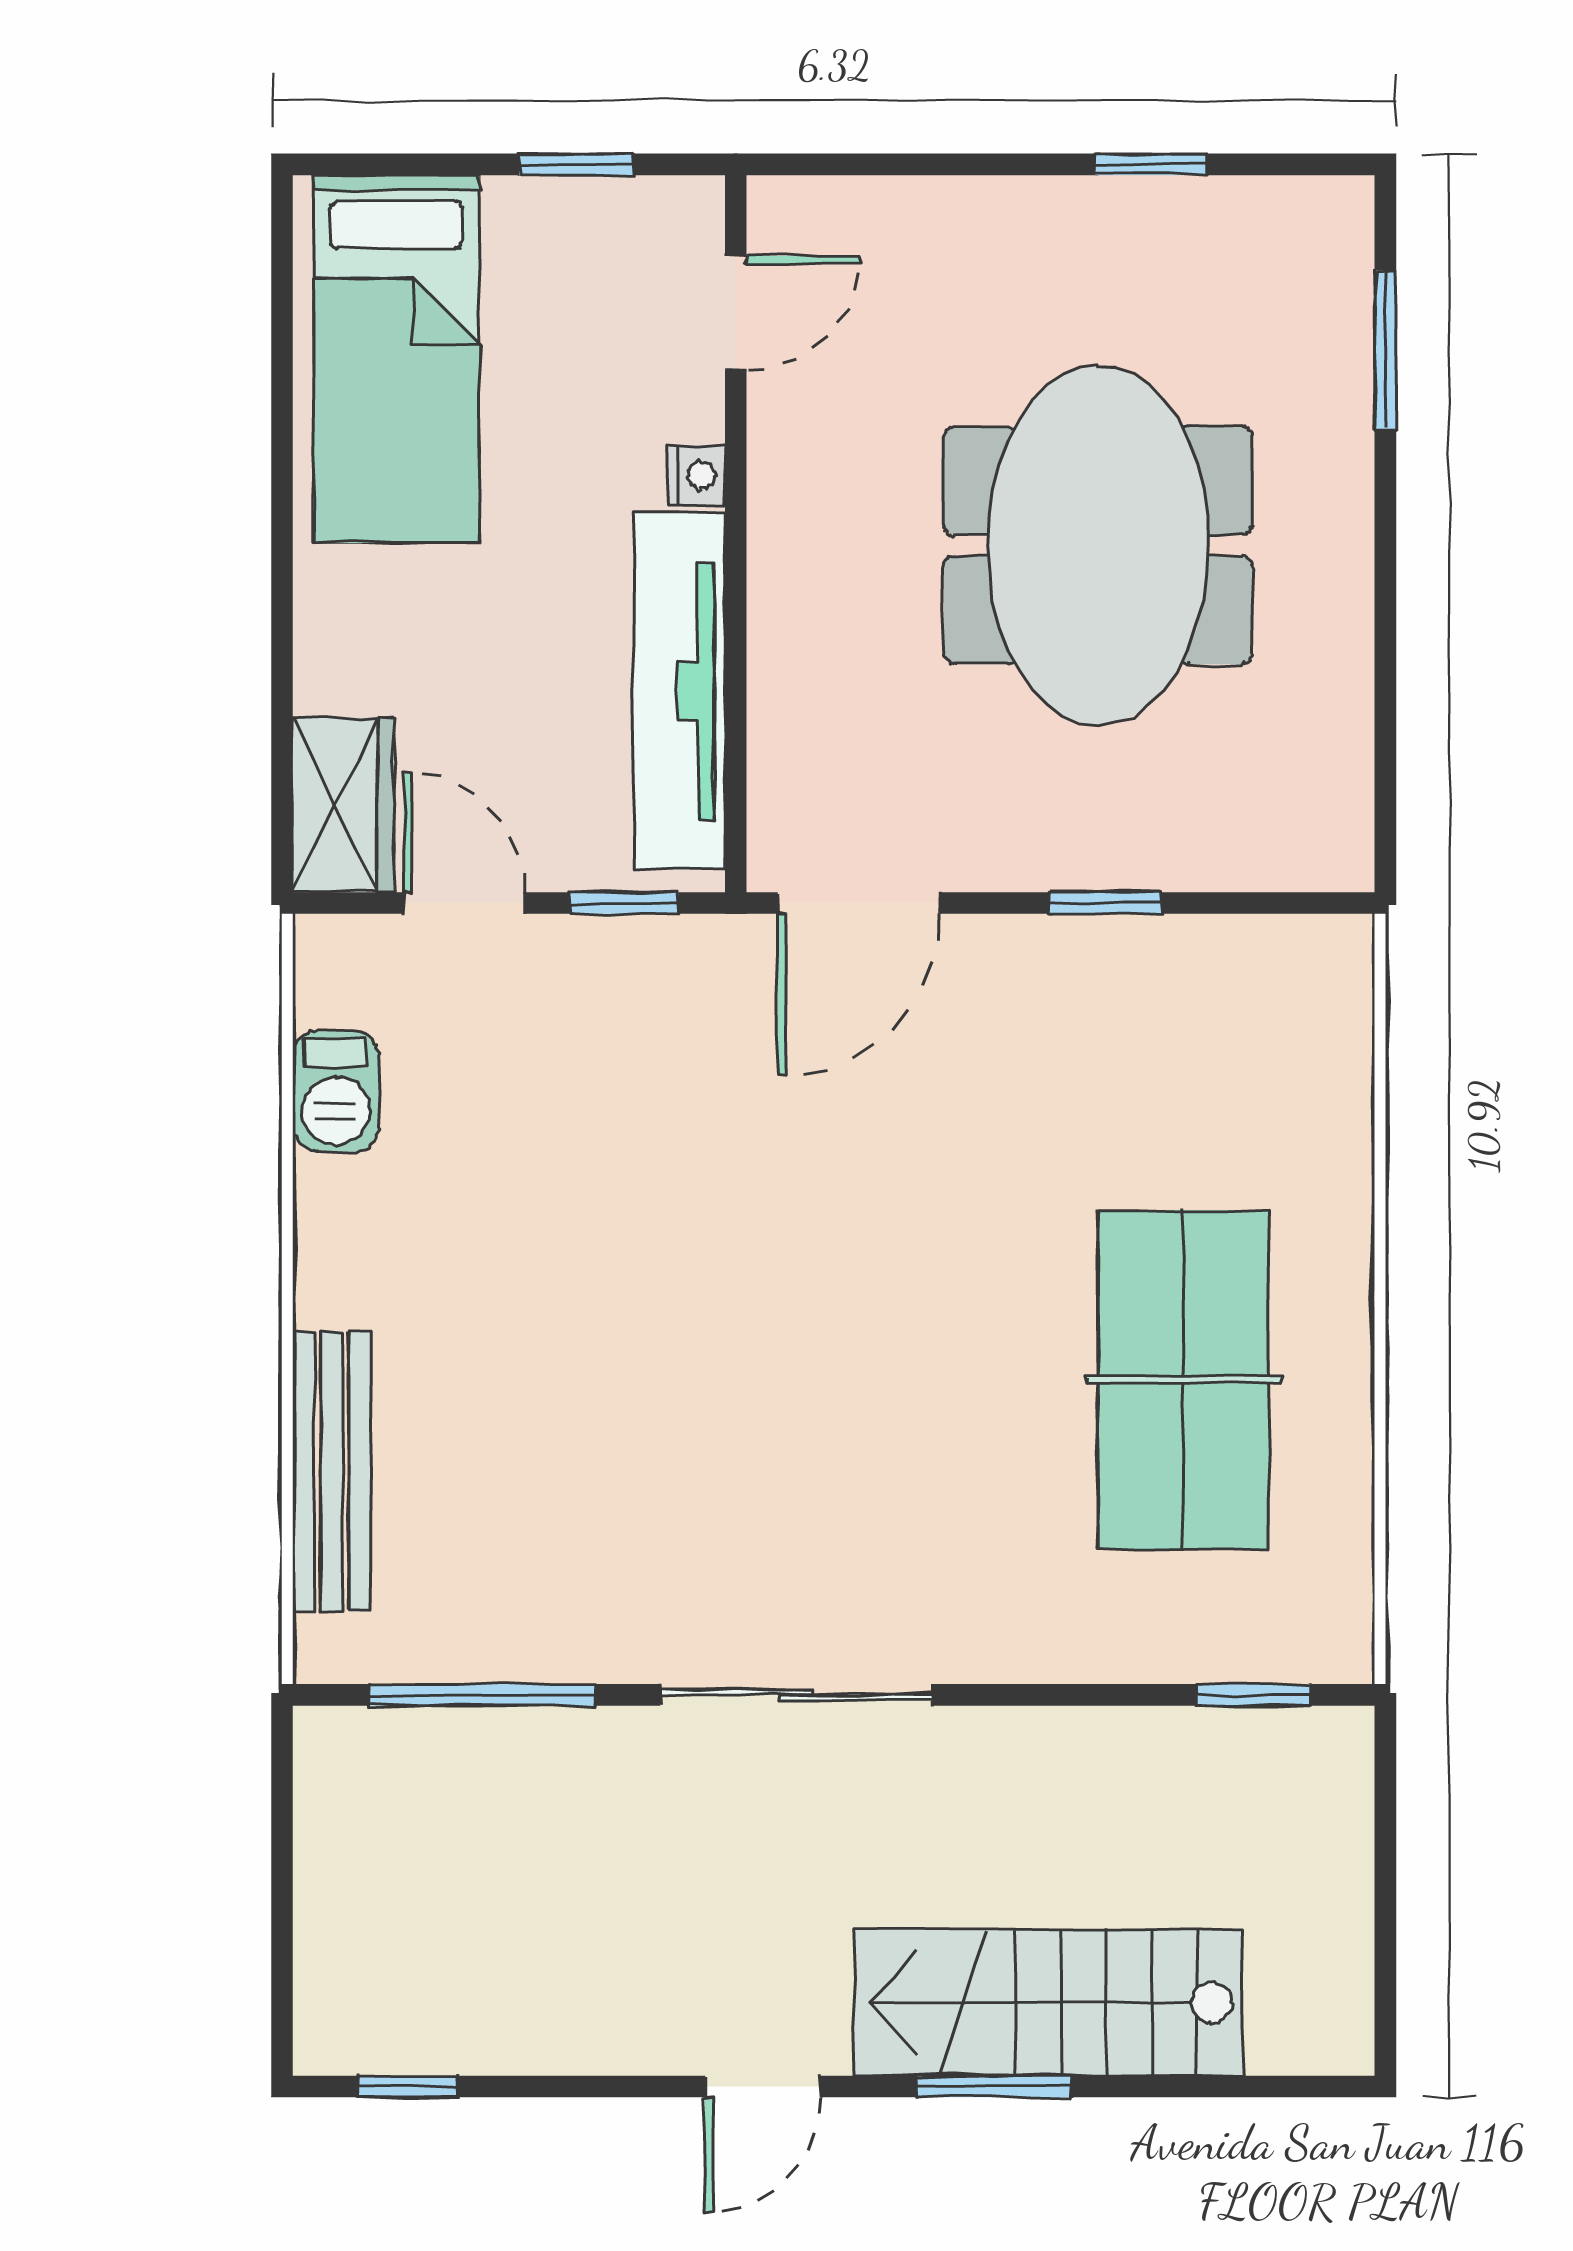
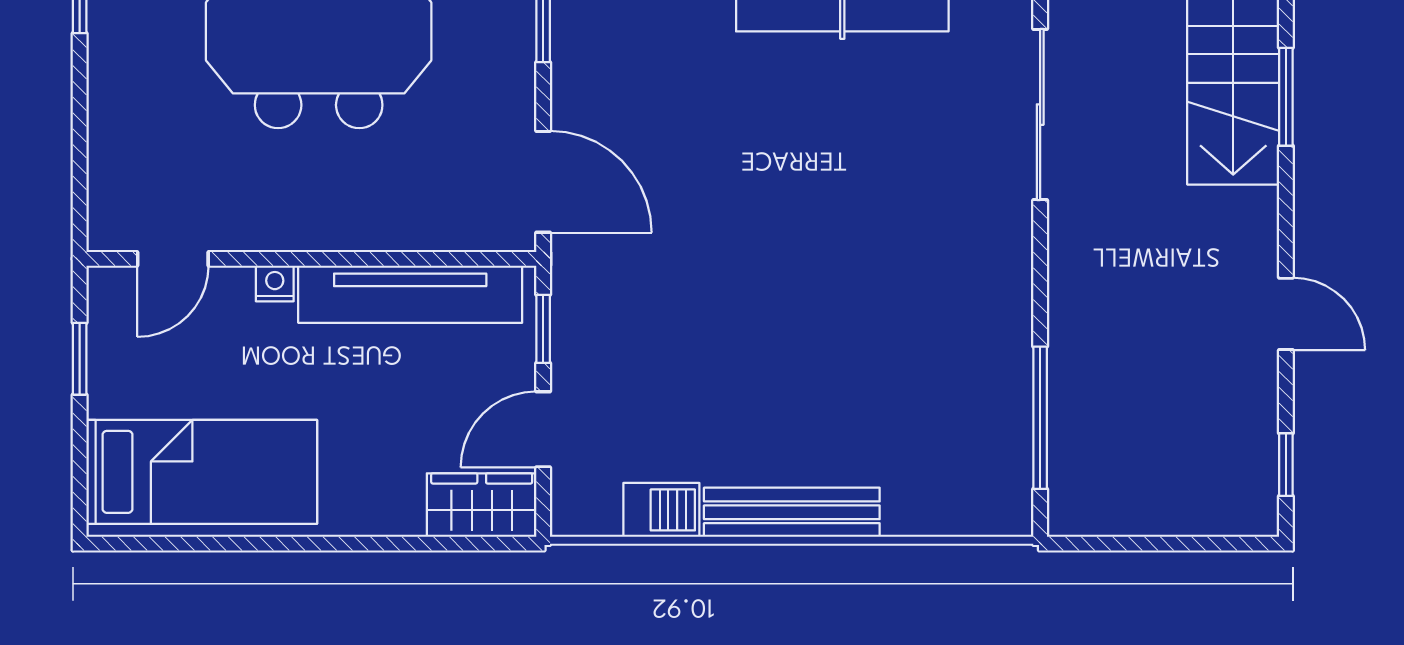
door: (736, 313) -> (173, 259), swing flipped
bench: (332, 1472) -> (792, 512), moved
sliding door: (797, 1695) -> (1040, 115), moved
door: (763, 2086) -> (1286, 314), moved

